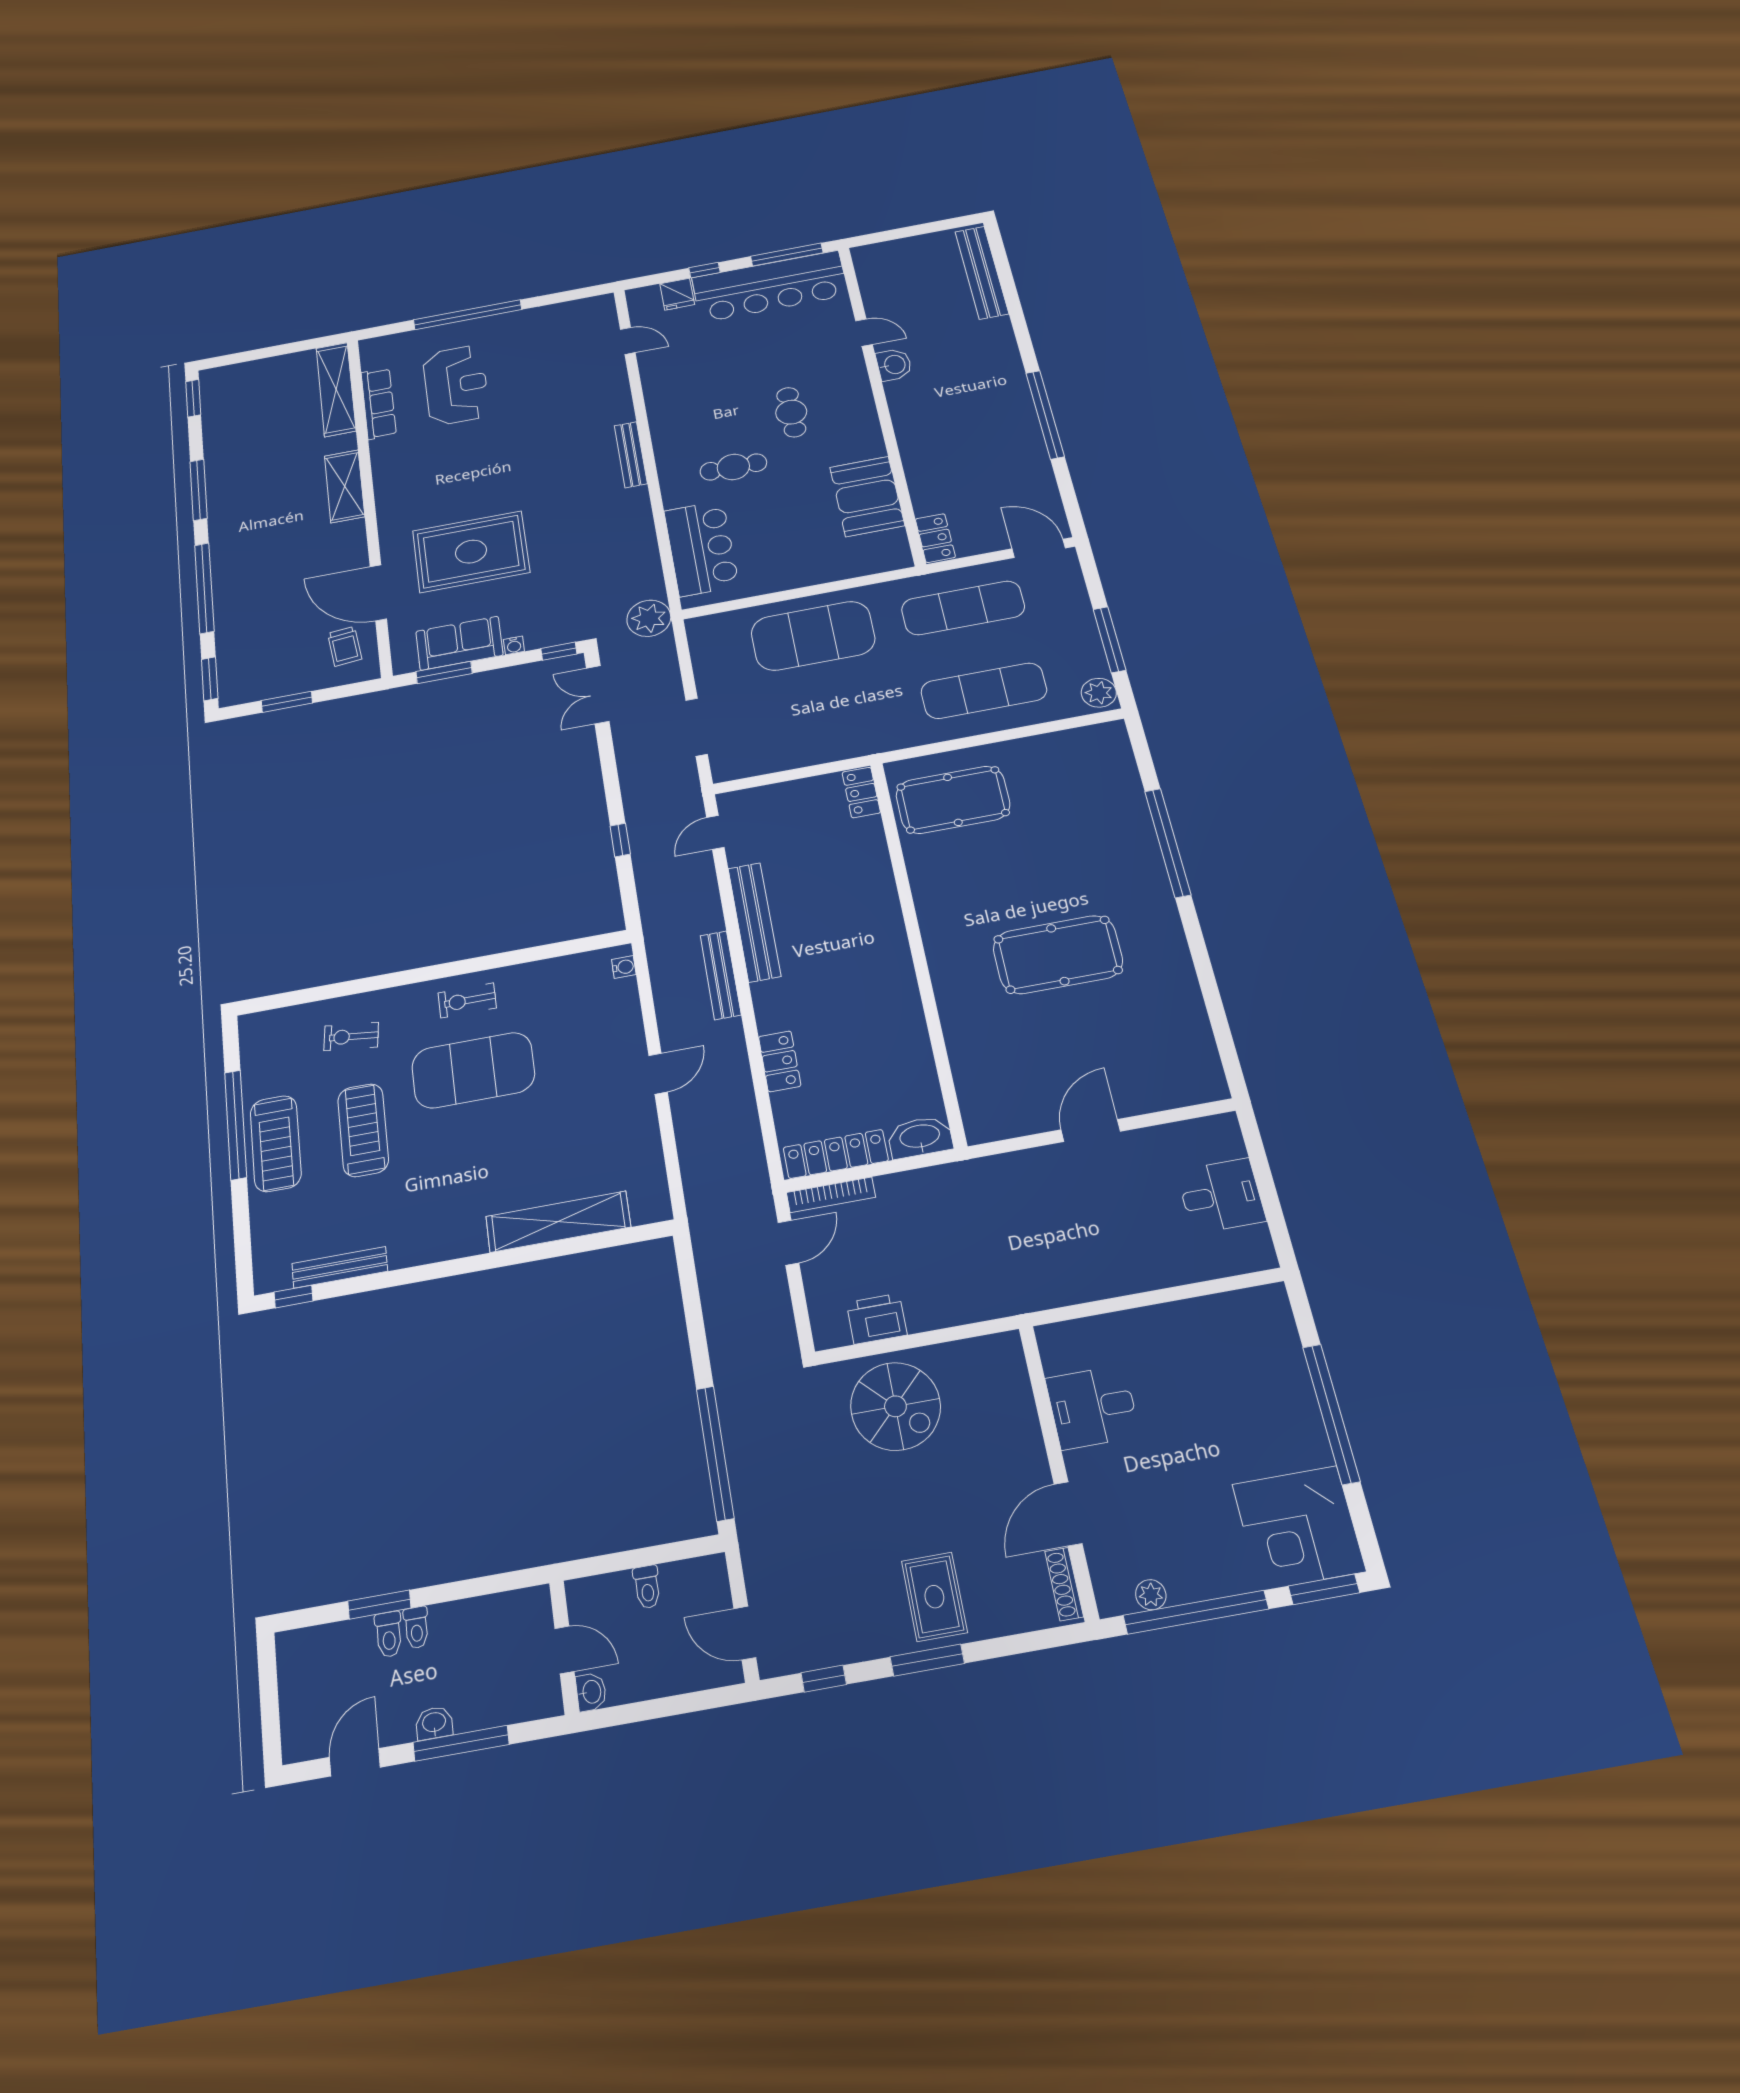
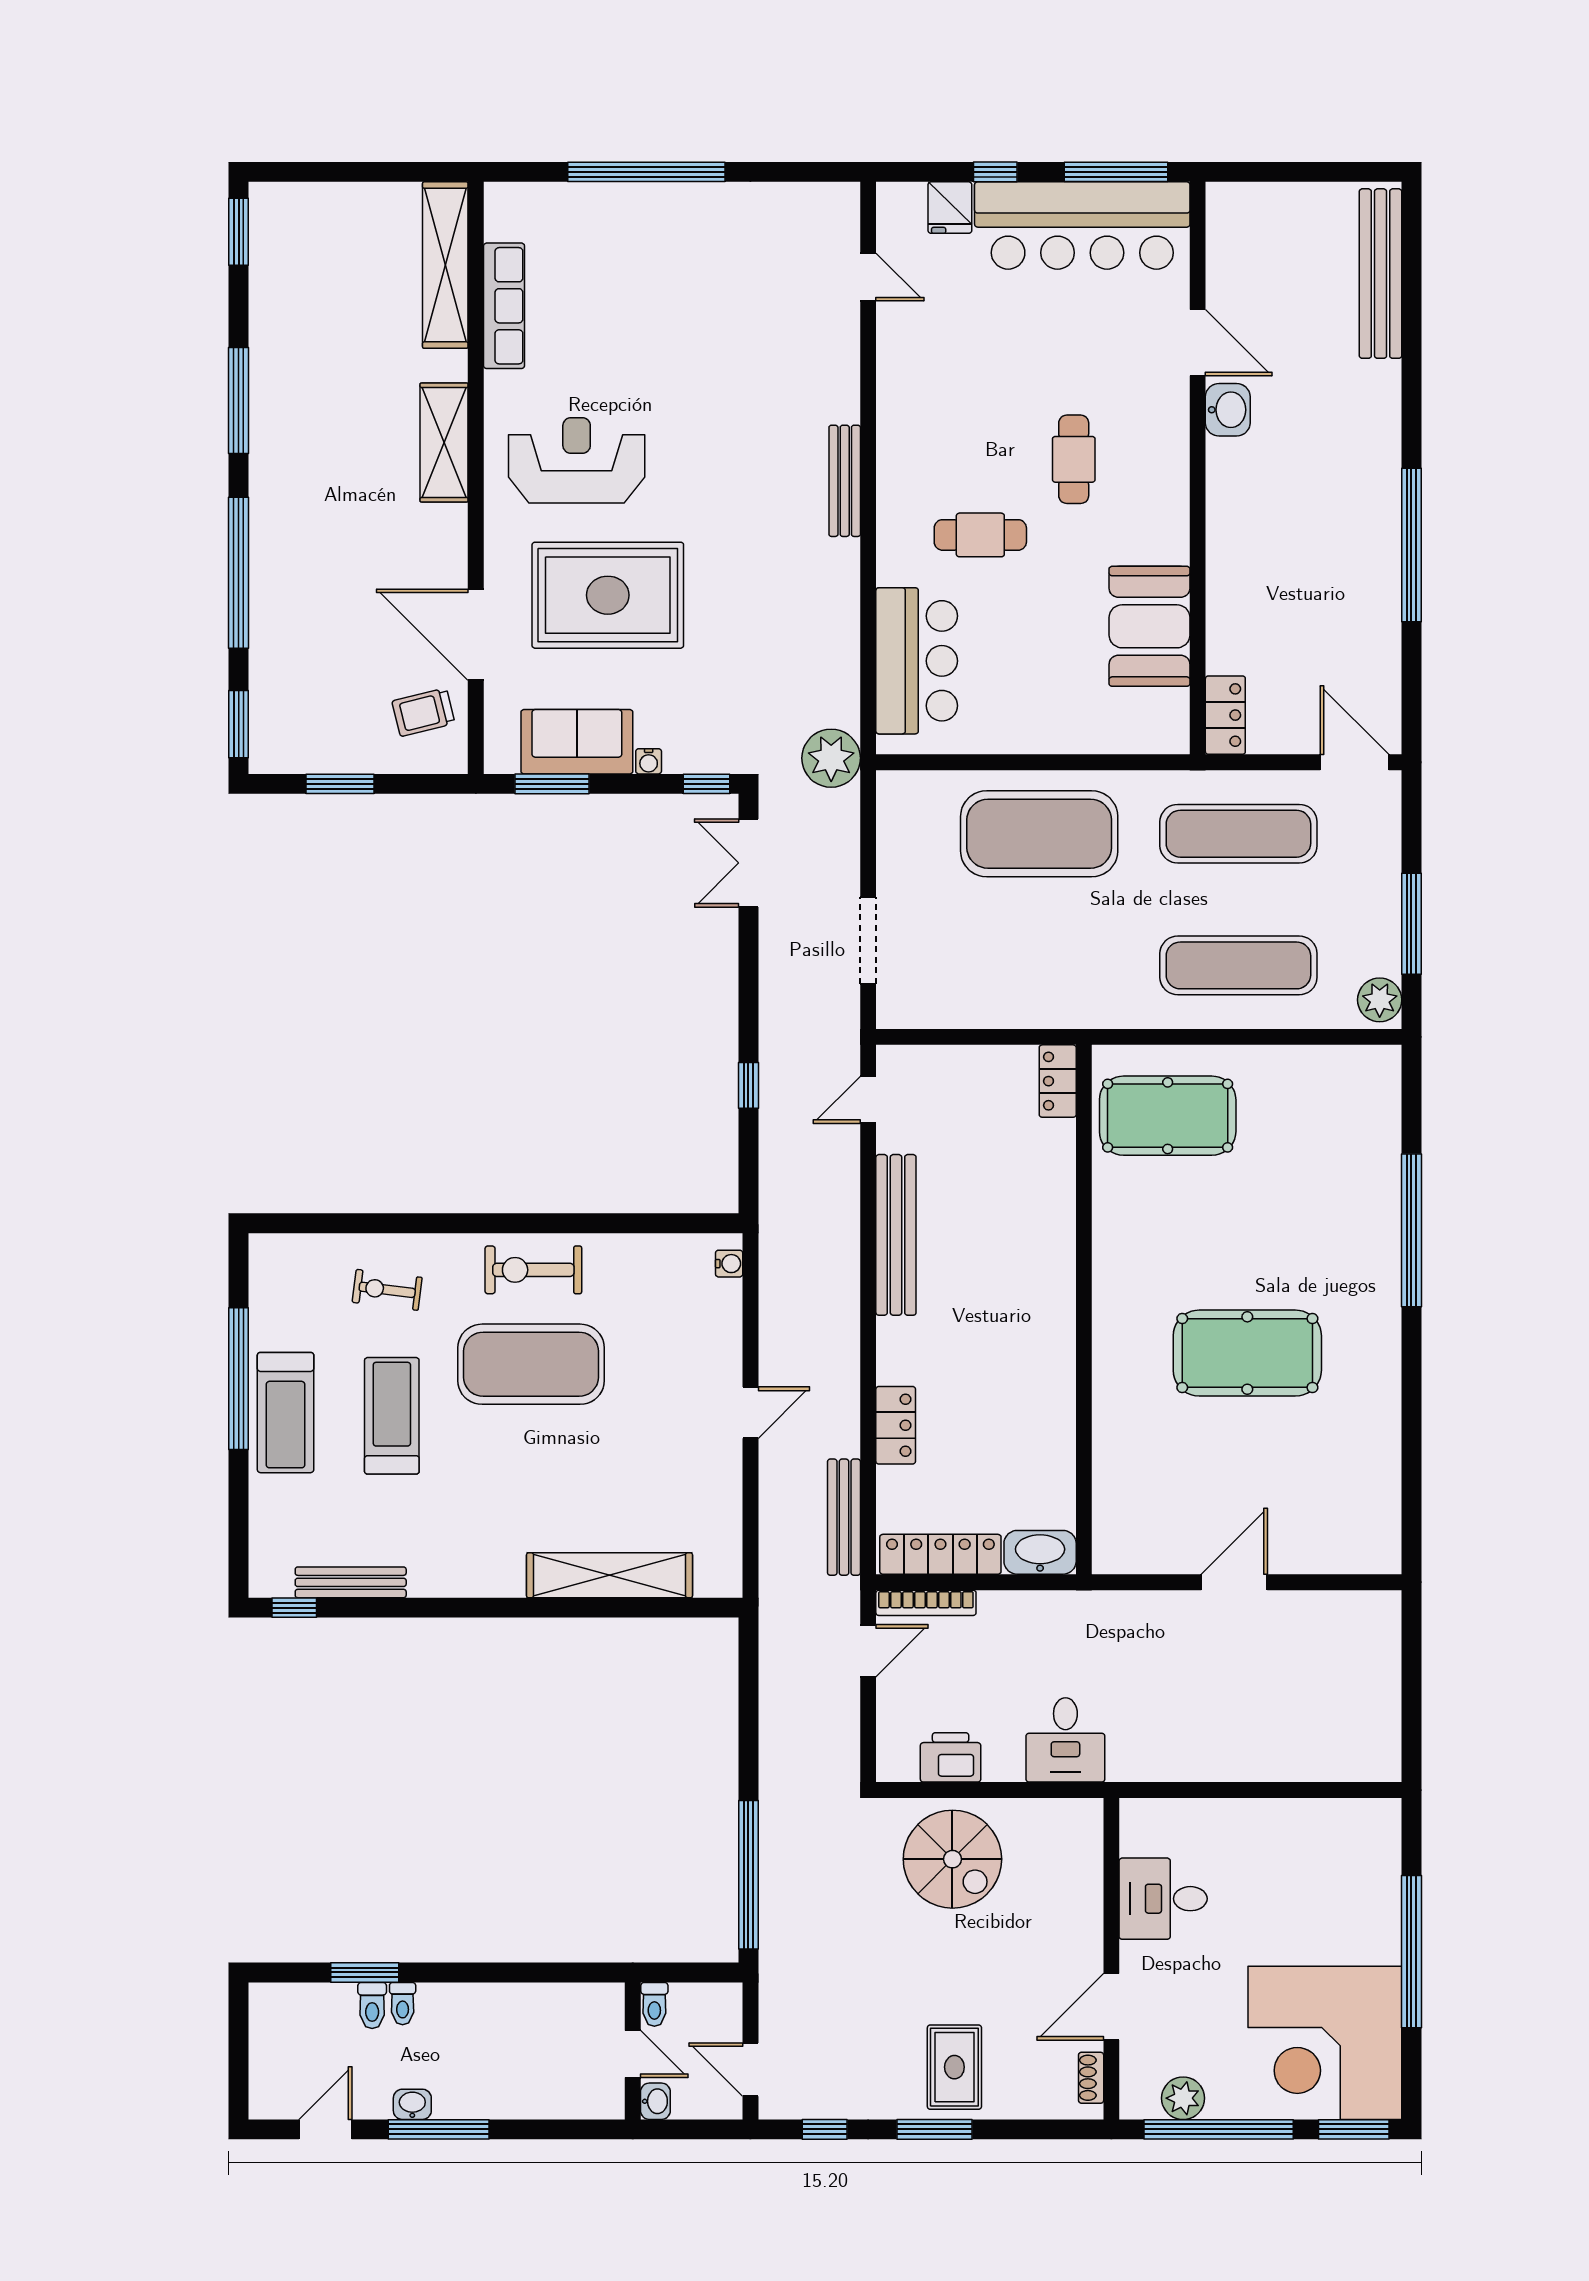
door: (864, 333) -> (1198, 343), width x1.38
reception desk: (456, 385) -> (577, 460), moved, turned -90
trolley: (345, 646) -> (423, 712), turned 82
bench: (721, 975) -> (844, 1517), moved
exercise bike: (467, 1000) -> (533, 1270), width x1.38, depth x1.39
desk: (1221, 1196) -> (1065, 1740), moved, turned 90
corner desk: (1299, 1528) -> (1325, 2043), width x1.36, depth x1.36
shoe rack: (1064, 1584) -> (1091, 2078), width x0.70
plant: (1151, 1595) -> (1183, 2098), width x1.38, depth x1.38
wall: (564, 1647) -> (633, 2051), moved
door: (564, 1650) -> (633, 2054), moved
washbasin: (591, 1692) -> (655, 2101), moved

